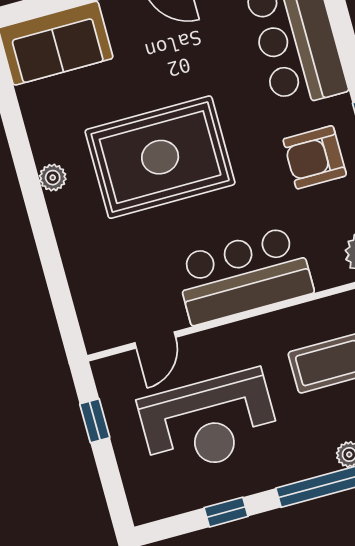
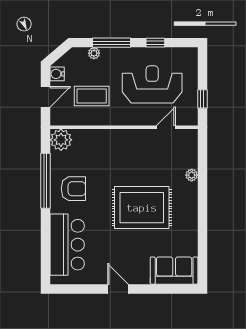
plant: (53, 178) -> (192, 175), moved
bar counter: (244, 275) -> (119, 145), removed

